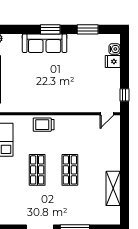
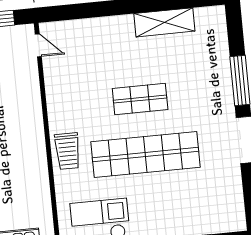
shop shelf: (37, 170) -> (145, 155), width x2.00, depth x1.36

